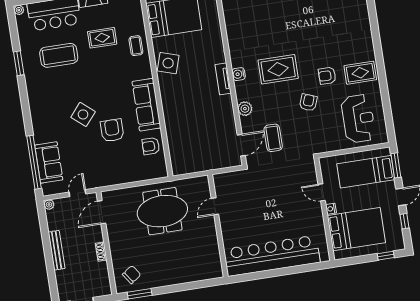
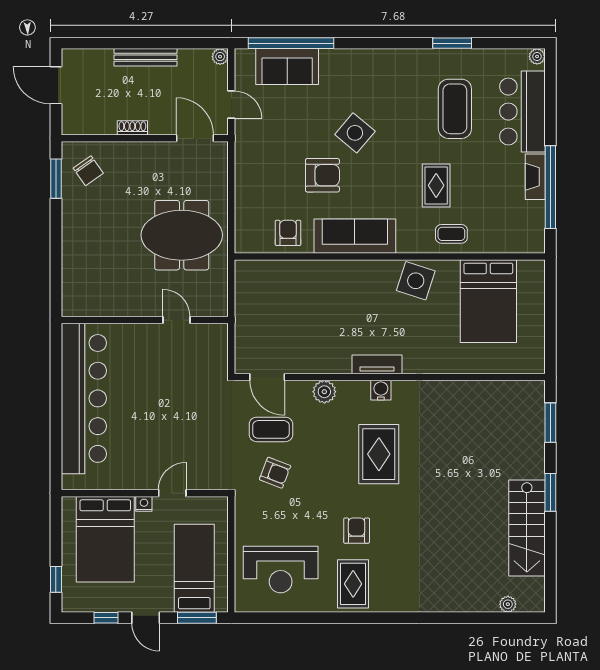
rug: (102, 38) -> (436, 185), moved
armchair: (308, 102) -> (275, 473), moved
meeting table: (162, 211) -> (182, 235), turned 90

